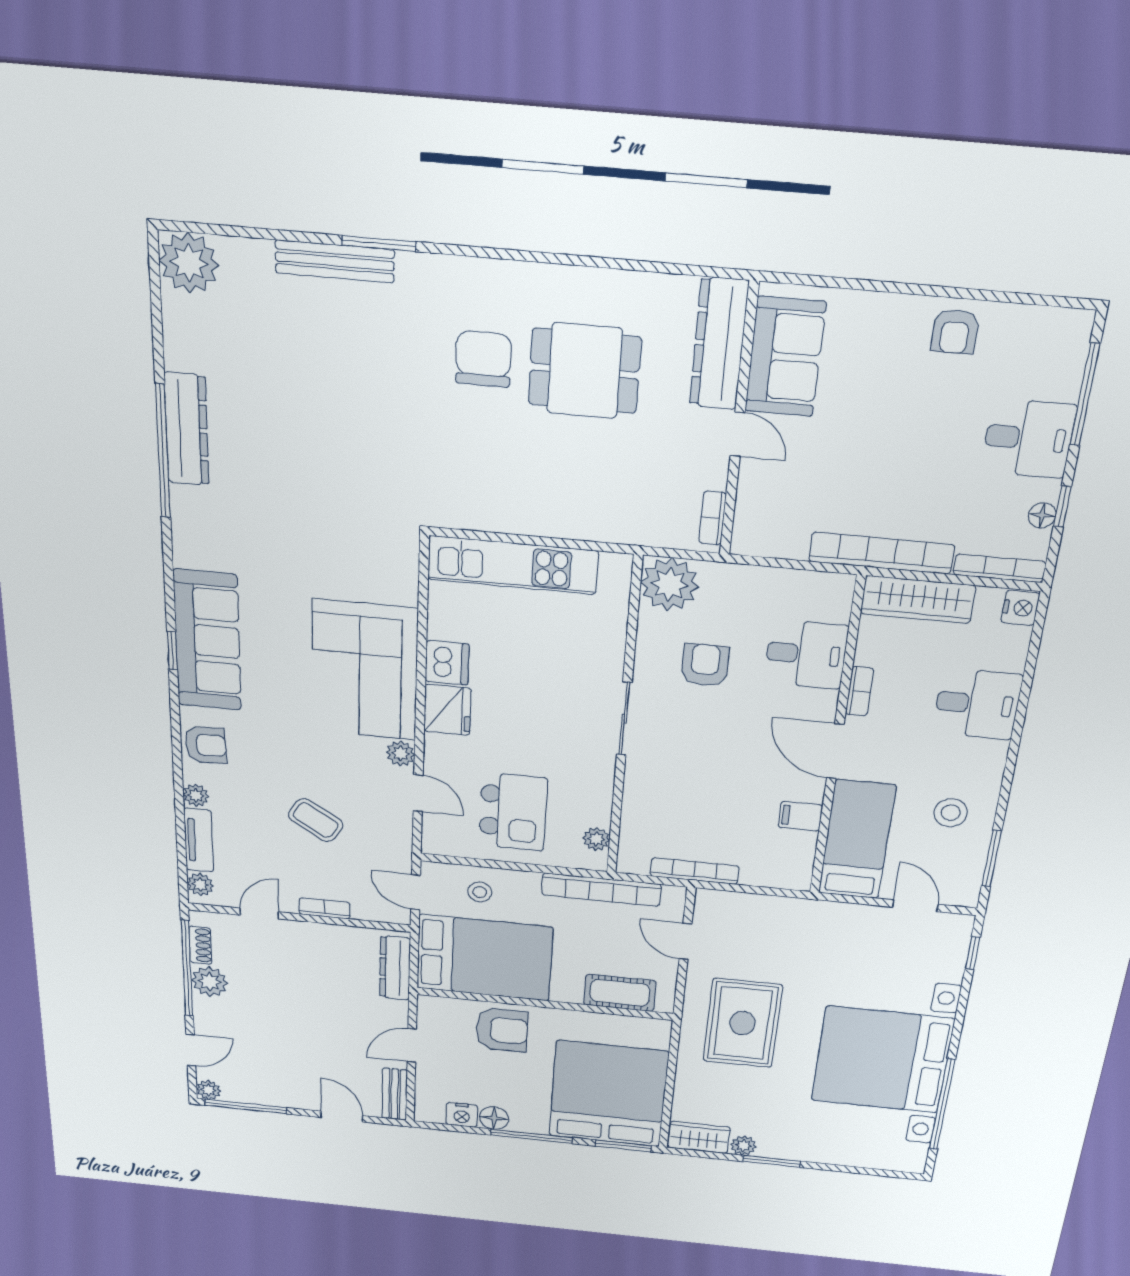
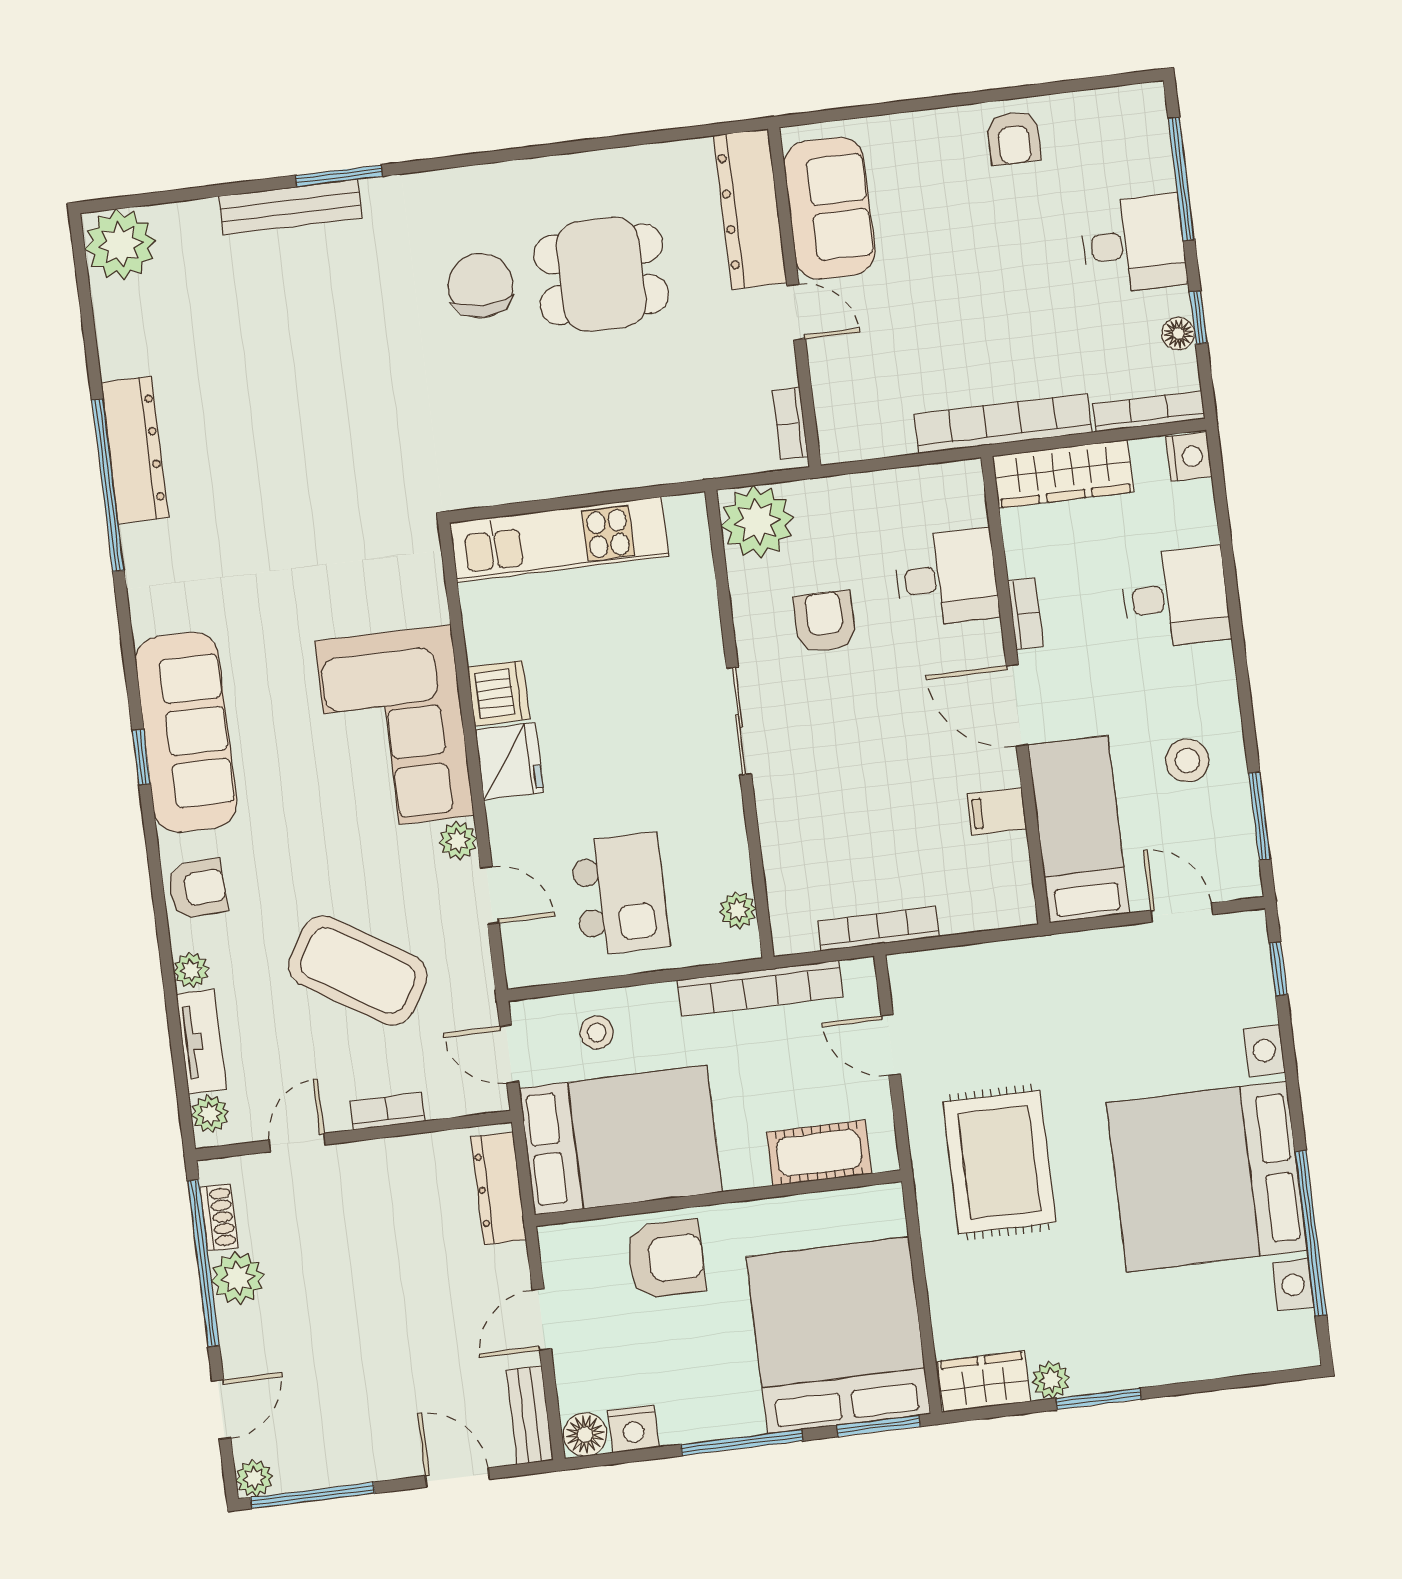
coffee table: (316, 820) -> (358, 971), width x1.86, depth x1.72
floor lamp: (494, 1118) -> (585, 1435), moved

